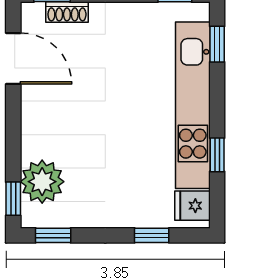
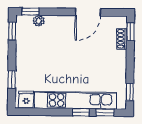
door: (13, 58) -> (88, 12), moved
window: (217, 155) -> (81, 112), moved
plant: (42, 182) -> (39, 21), width x0.53, depth x0.53

